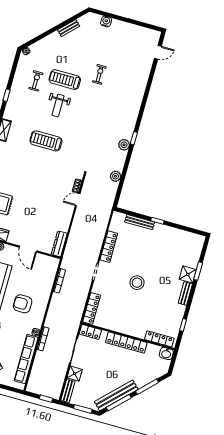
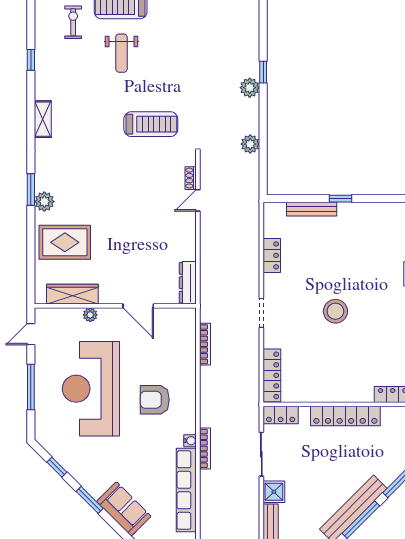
treadmill: (46, 141) -> (151, 124), moved, turned 180
locker: (109, 247) -> (272, 255), width x0.66

